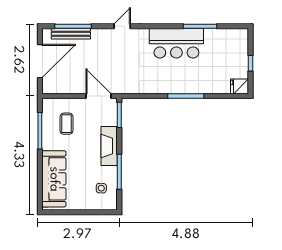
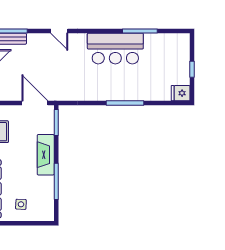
door: (122, 26) -> (59, 31), swing flipped
side table: (101, 188) -> (21, 204), moved

